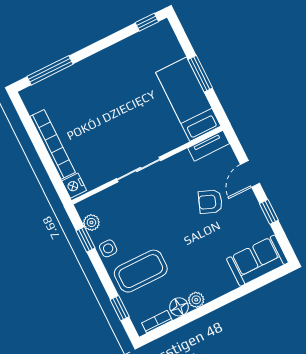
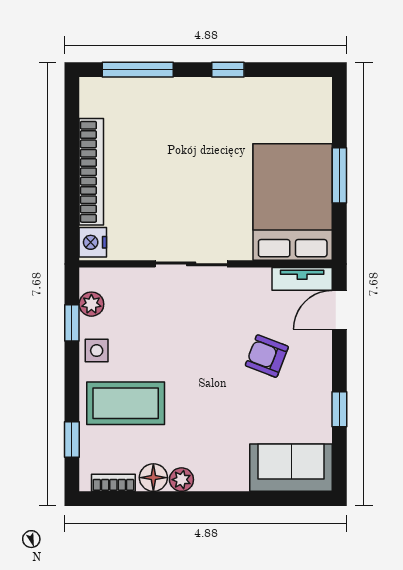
window: (147, 22) -> (228, 70), moved
bed: (188, 99) -> (293, 202), width x1.50
door: (250, 174) -> (339, 310), moved

